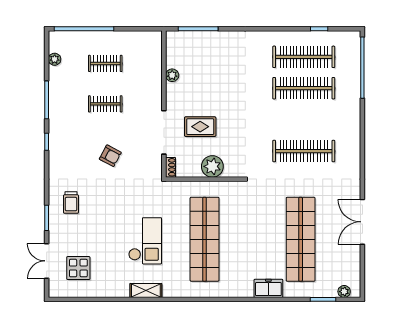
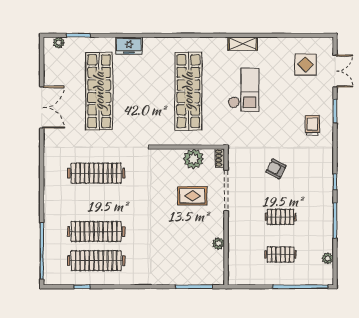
plant: (212, 166) -> (194, 159), moved
checkout: (145, 241) -> (244, 90), turned 180

